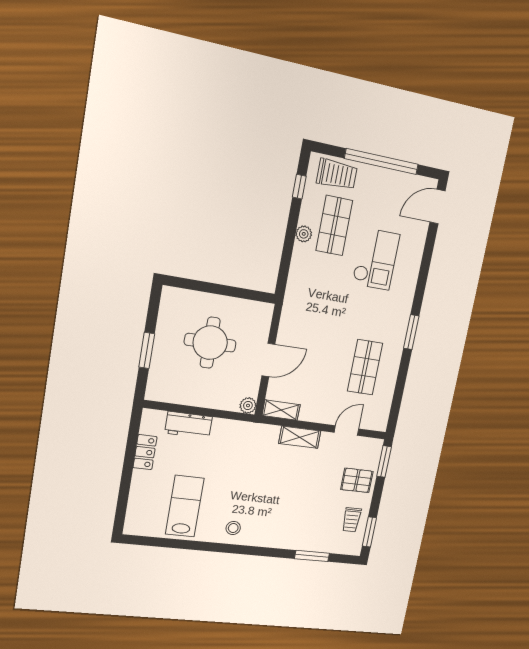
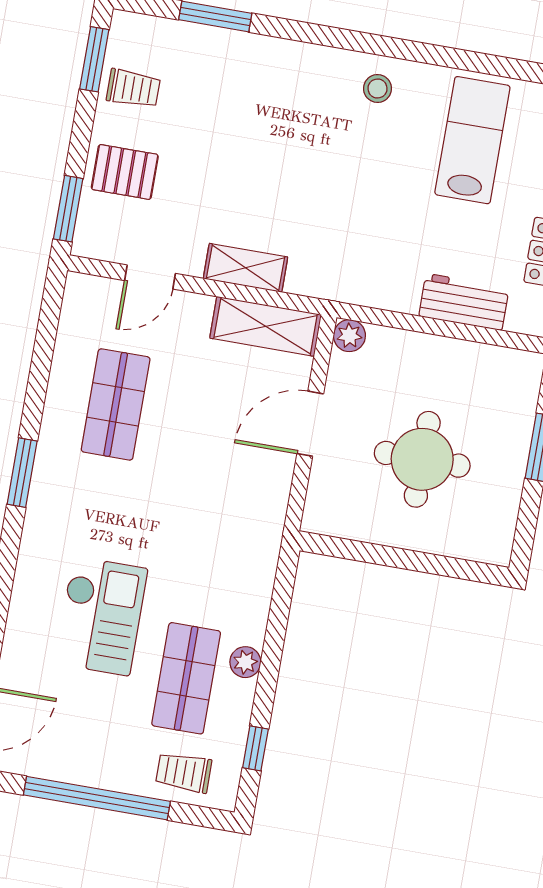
trolley: (337, 174) -> (184, 772), width x0.73, depth x0.72
checkout: (376, 259) -> (101, 616), turned 180
shelving: (281, 410) -> (266, 326), width x1.50, depth x1.33
lab bench: (185, 506) -> (472, 140), turned 180
trolley: (352, 520) -> (133, 88), turned 90

